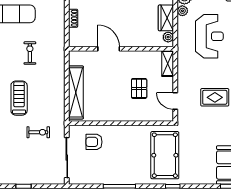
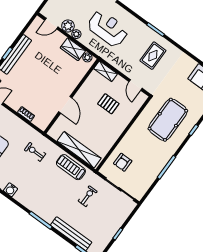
door: (109, 49) -> (65, 105), swing flipped
exercise bike: (30, 53) -> (35, 152), moved
treadmill: (19, 98) -> (71, 167), moved
door: (175, 101) -> (136, 85), hinge flipped
pool table: (165, 155) -> (168, 120), turned 90

